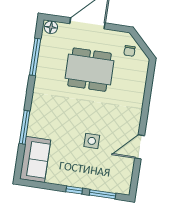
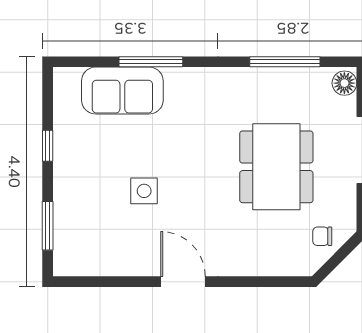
door: (140, 147) -> (183, 282), moved
sofa: (35, 159) -> (122, 91), moved
window: (74, 190) -> (48, 146), moved

